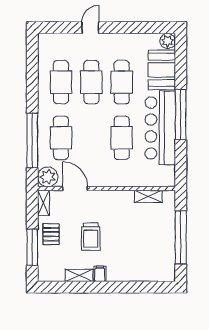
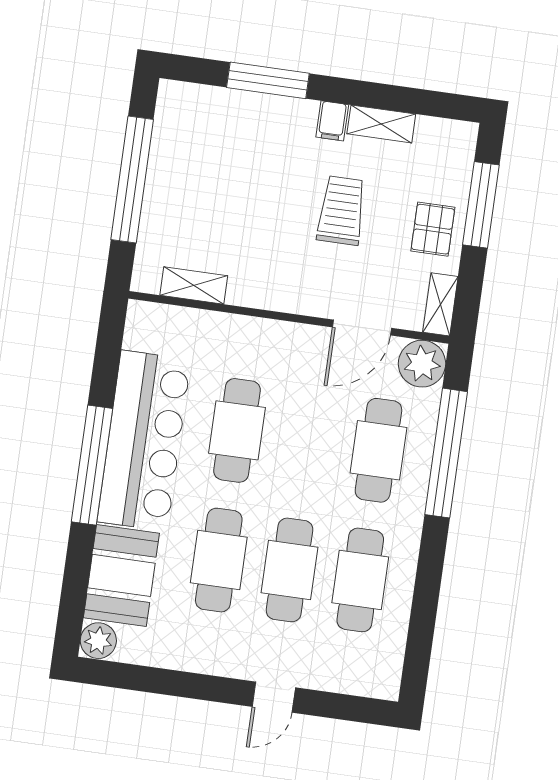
door: (75, 188) -> (362, 328), hinge flipped
window: (129, 287) -> (268, 80), added

